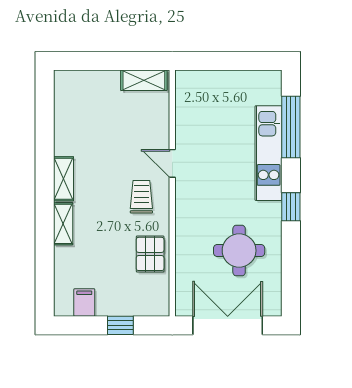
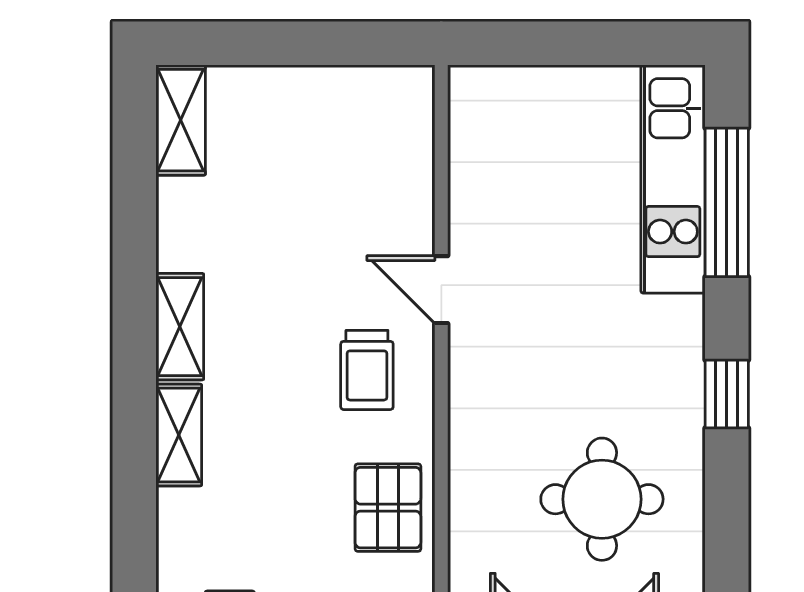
shelving: (144, 80) -> (181, 120), moved, turned 90
kitchen unit: (269, 153) -> (673, 179), moved
trolley: (141, 197) -> (367, 370), turned 180

